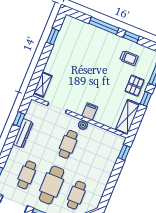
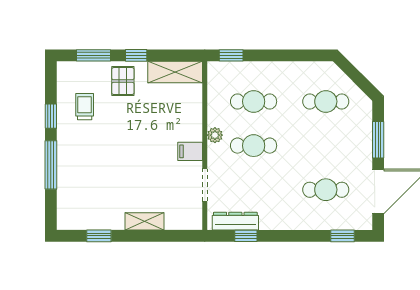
shelving: (43, 84) -> (145, 221), moved
pallet: (135, 86) -> (123, 81), turned 90
filing cabinet: (90, 111) -> (190, 151), moved
dresser: (23, 133) -> (235, 221), moved
cafe table: (52, 185) -> (254, 101), moved, width x0.73, depth x0.74

